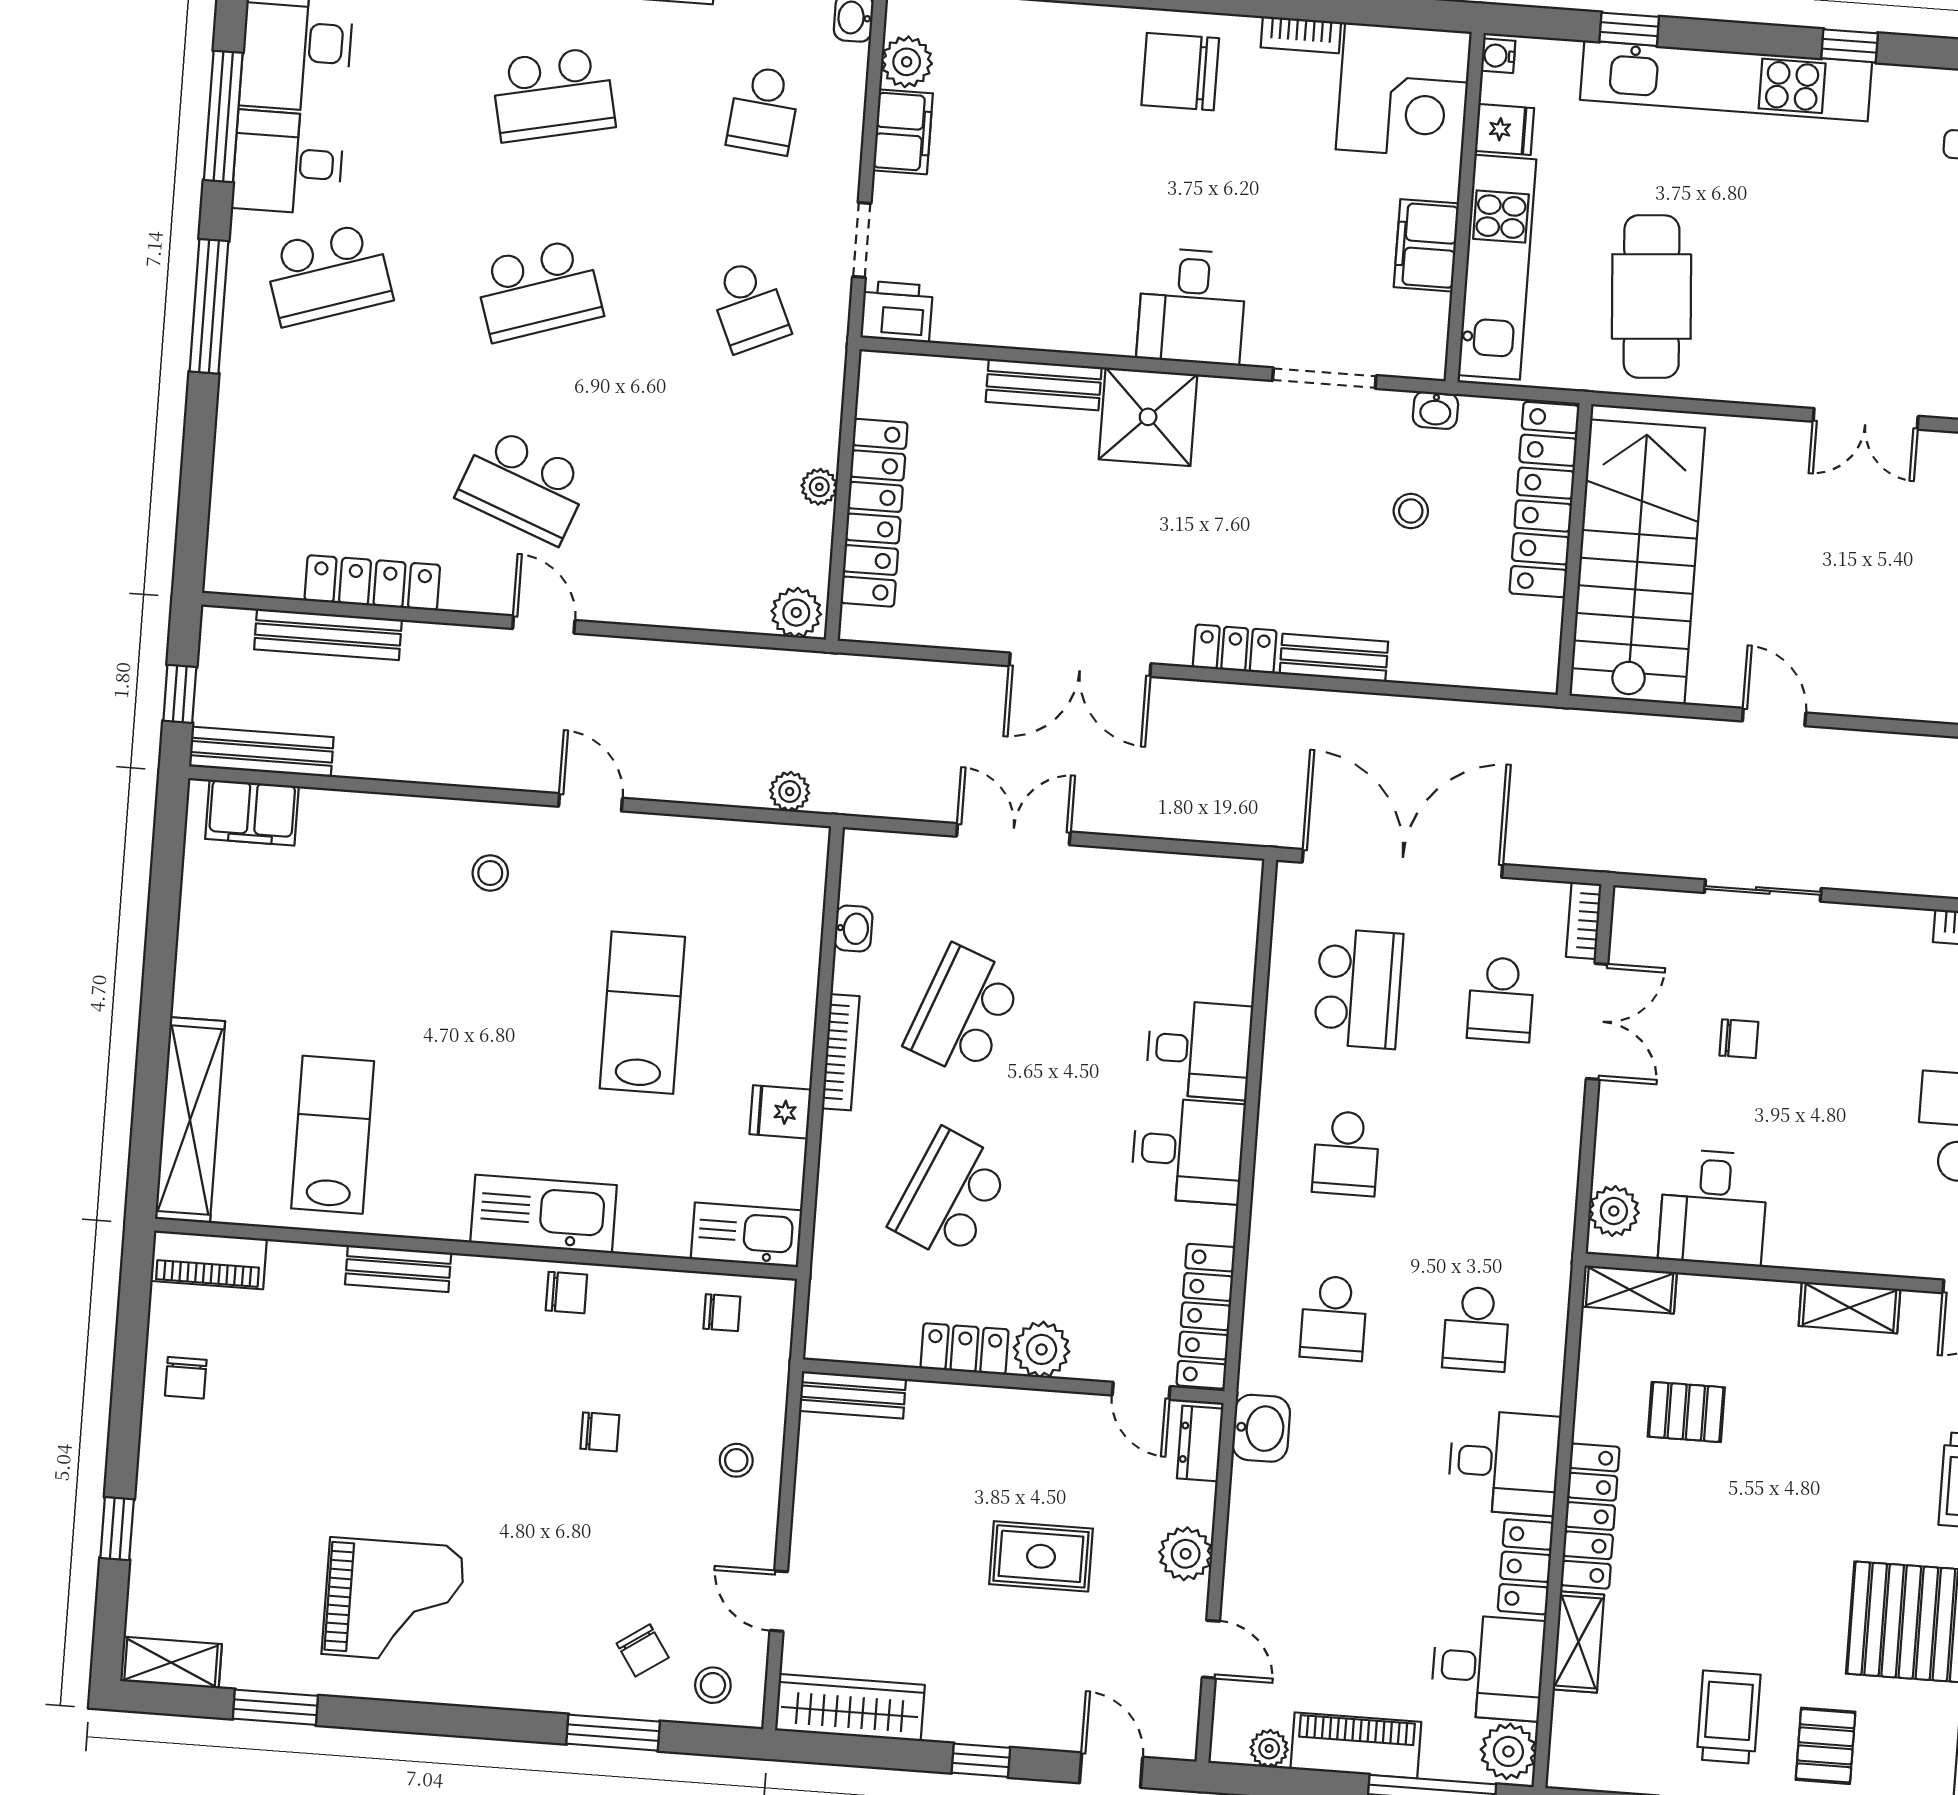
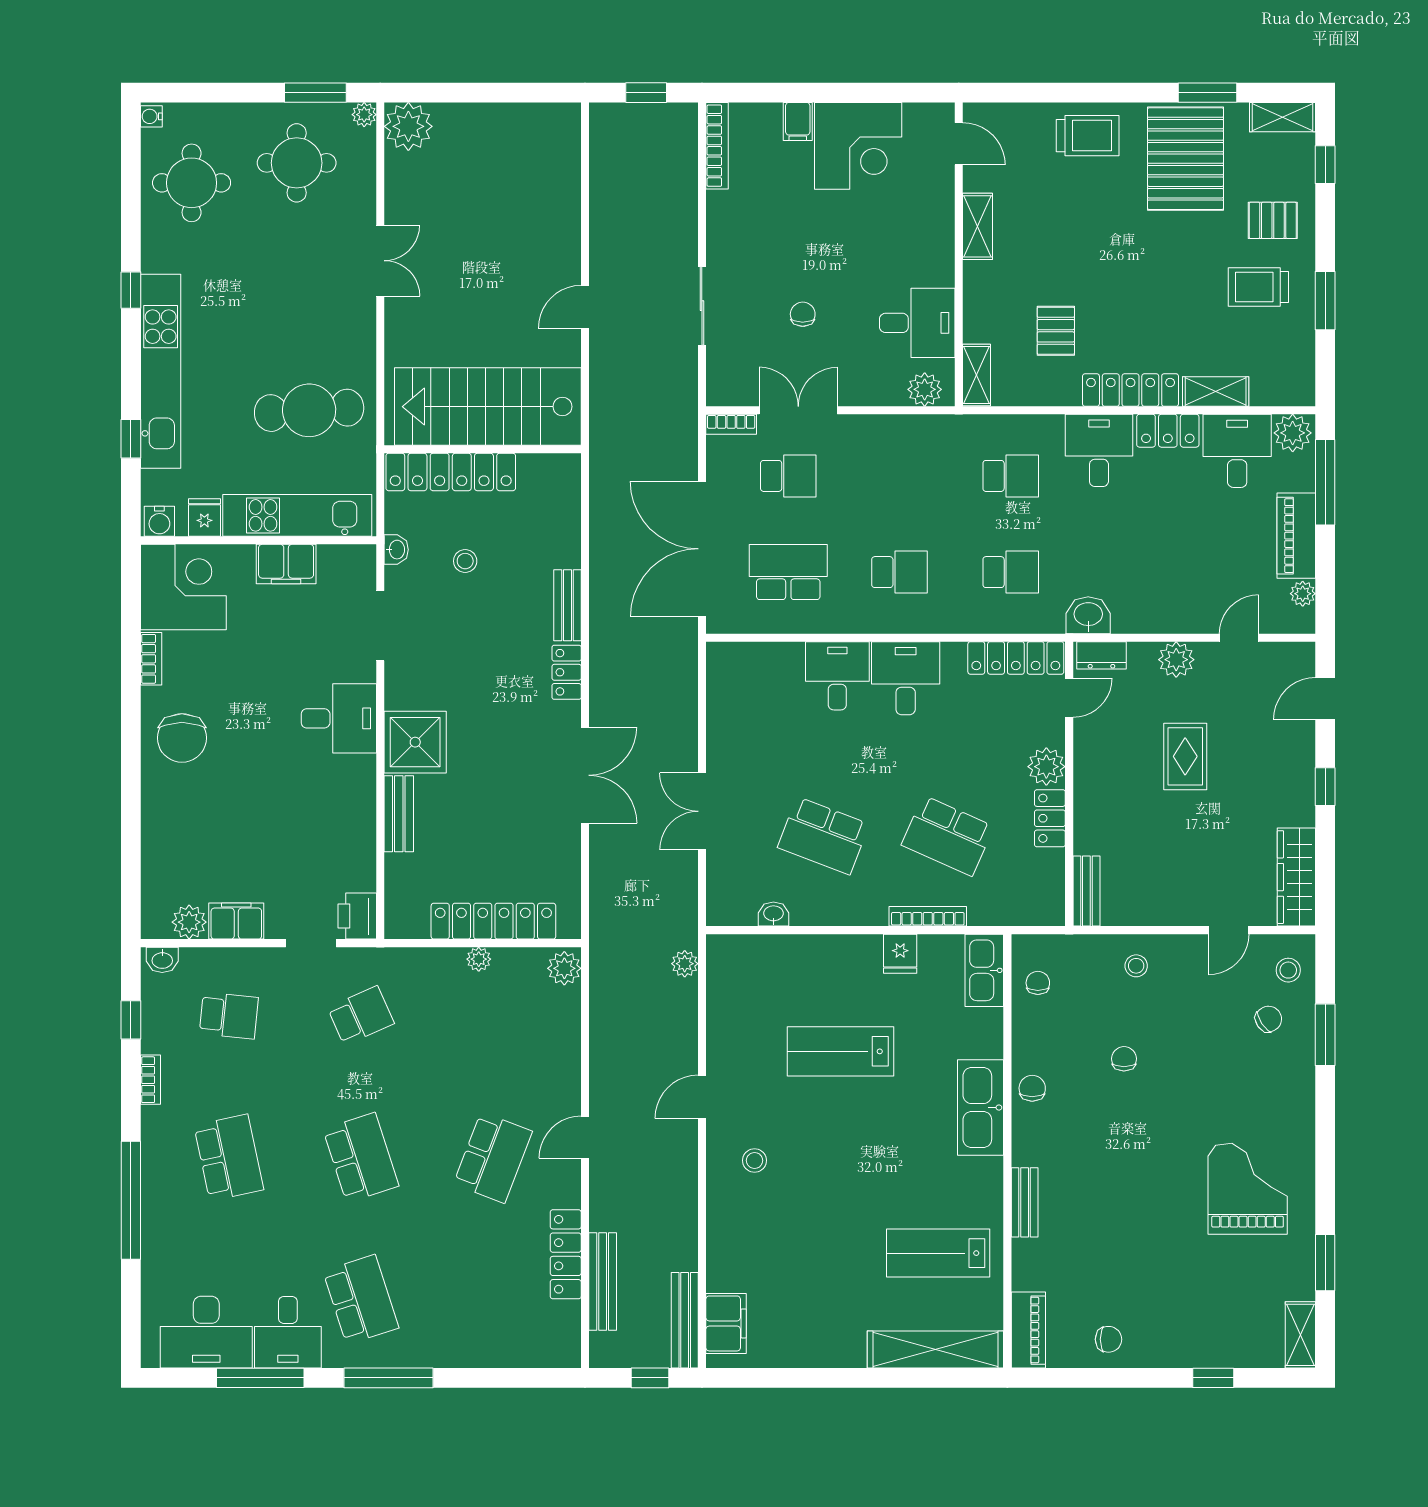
water cooler: (1498, 56) -> (159, 521), width x1.38, depth x1.38
bookcase: (841, 1052) -> (928, 916), moved

